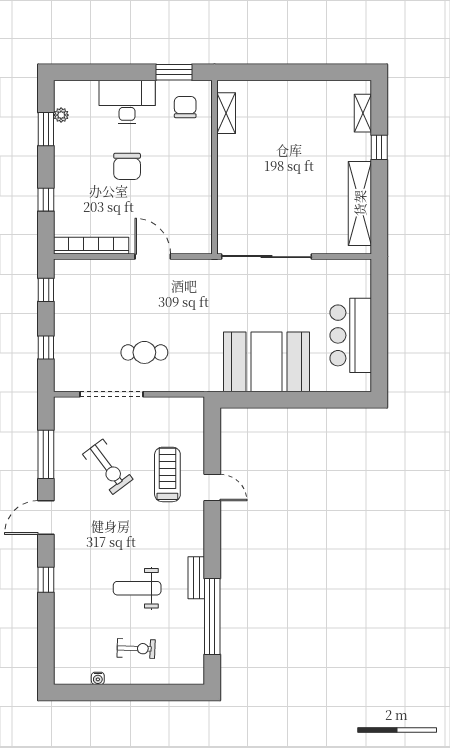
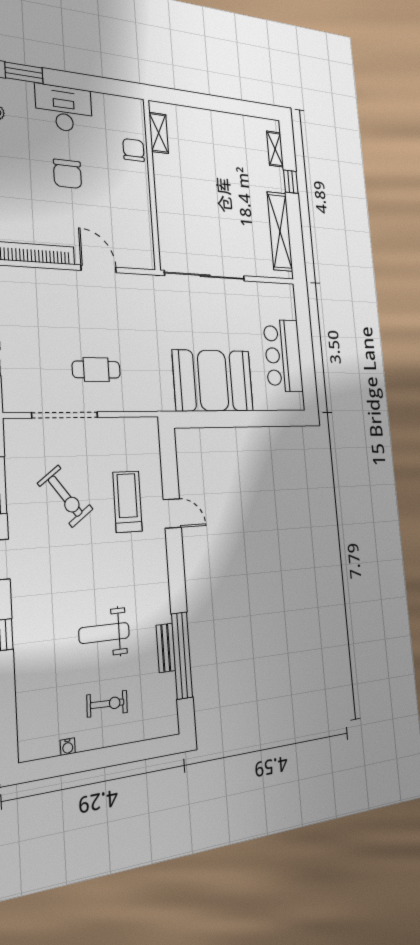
window: (174, 72) -> (24, 73), moved
chair: (185, 107) -> (134, 150), moved
bench: (196, 578) -> (166, 648), moved

